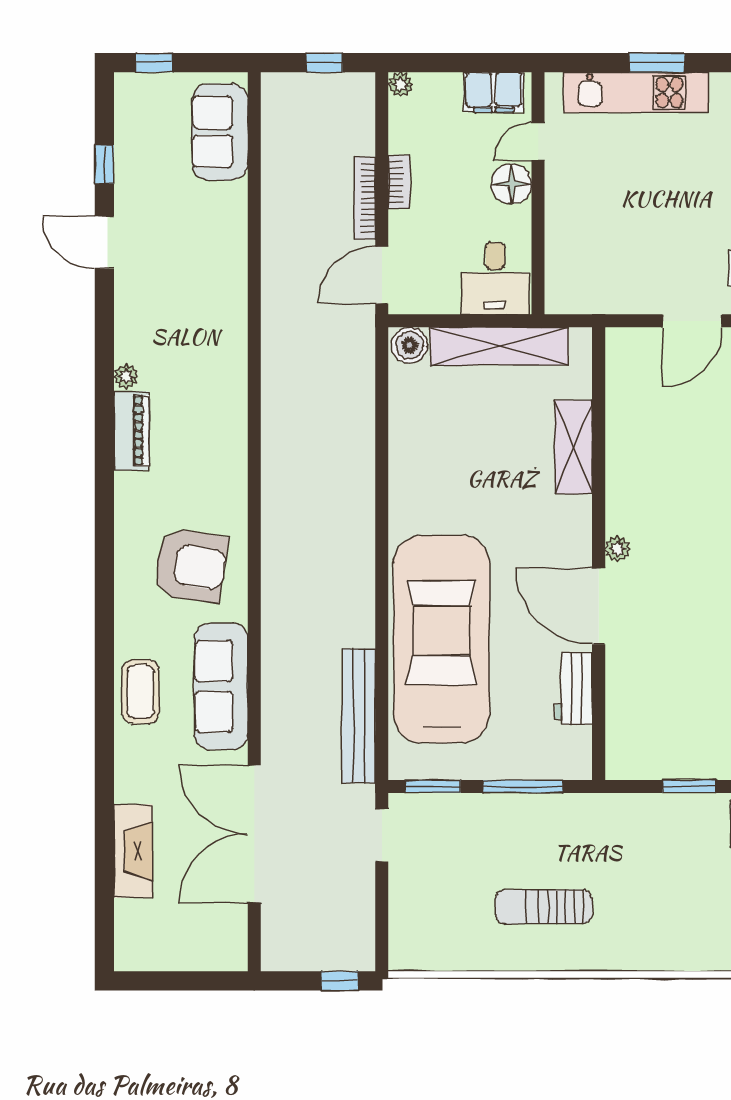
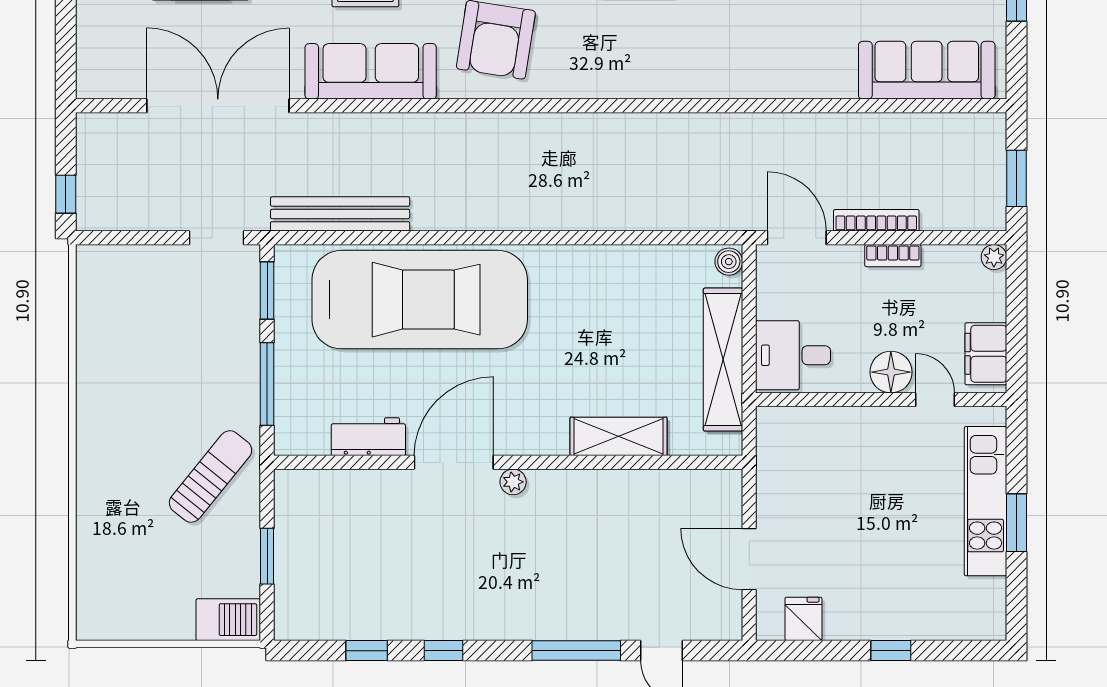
window: (324, 63) -> (1017, 178), width x1.50
sofa: (220, 132) -> (927, 70), width x1.36
boiler: (410, 345) -> (729, 262), width x0.73, depth x0.73
sun lounger: (544, 907) -> (210, 476), moved, turned 39

